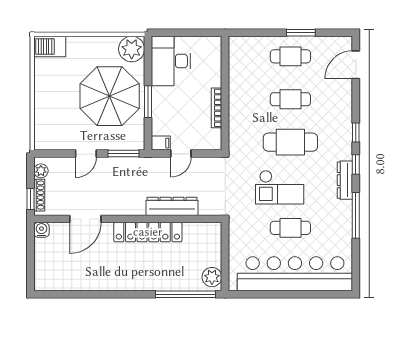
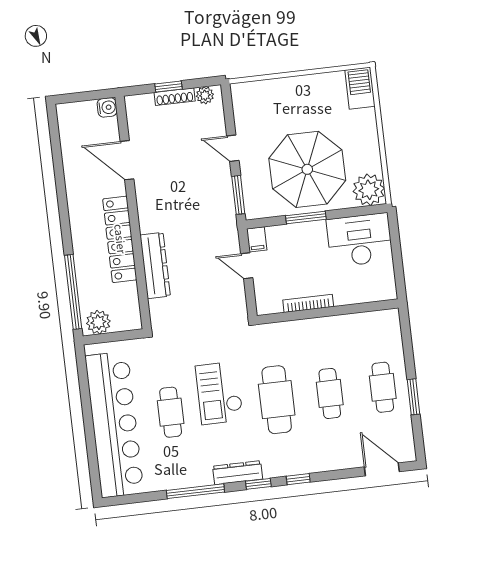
dresser: (172, 206) -> (155, 266), moved
door: (85, 219) -> (127, 160), moved
wall: (128, 219) -> (133, 213), moved
water cooler: (41, 230) -> (107, 107), moved
locker: (148, 232) -> (120, 239), moved

